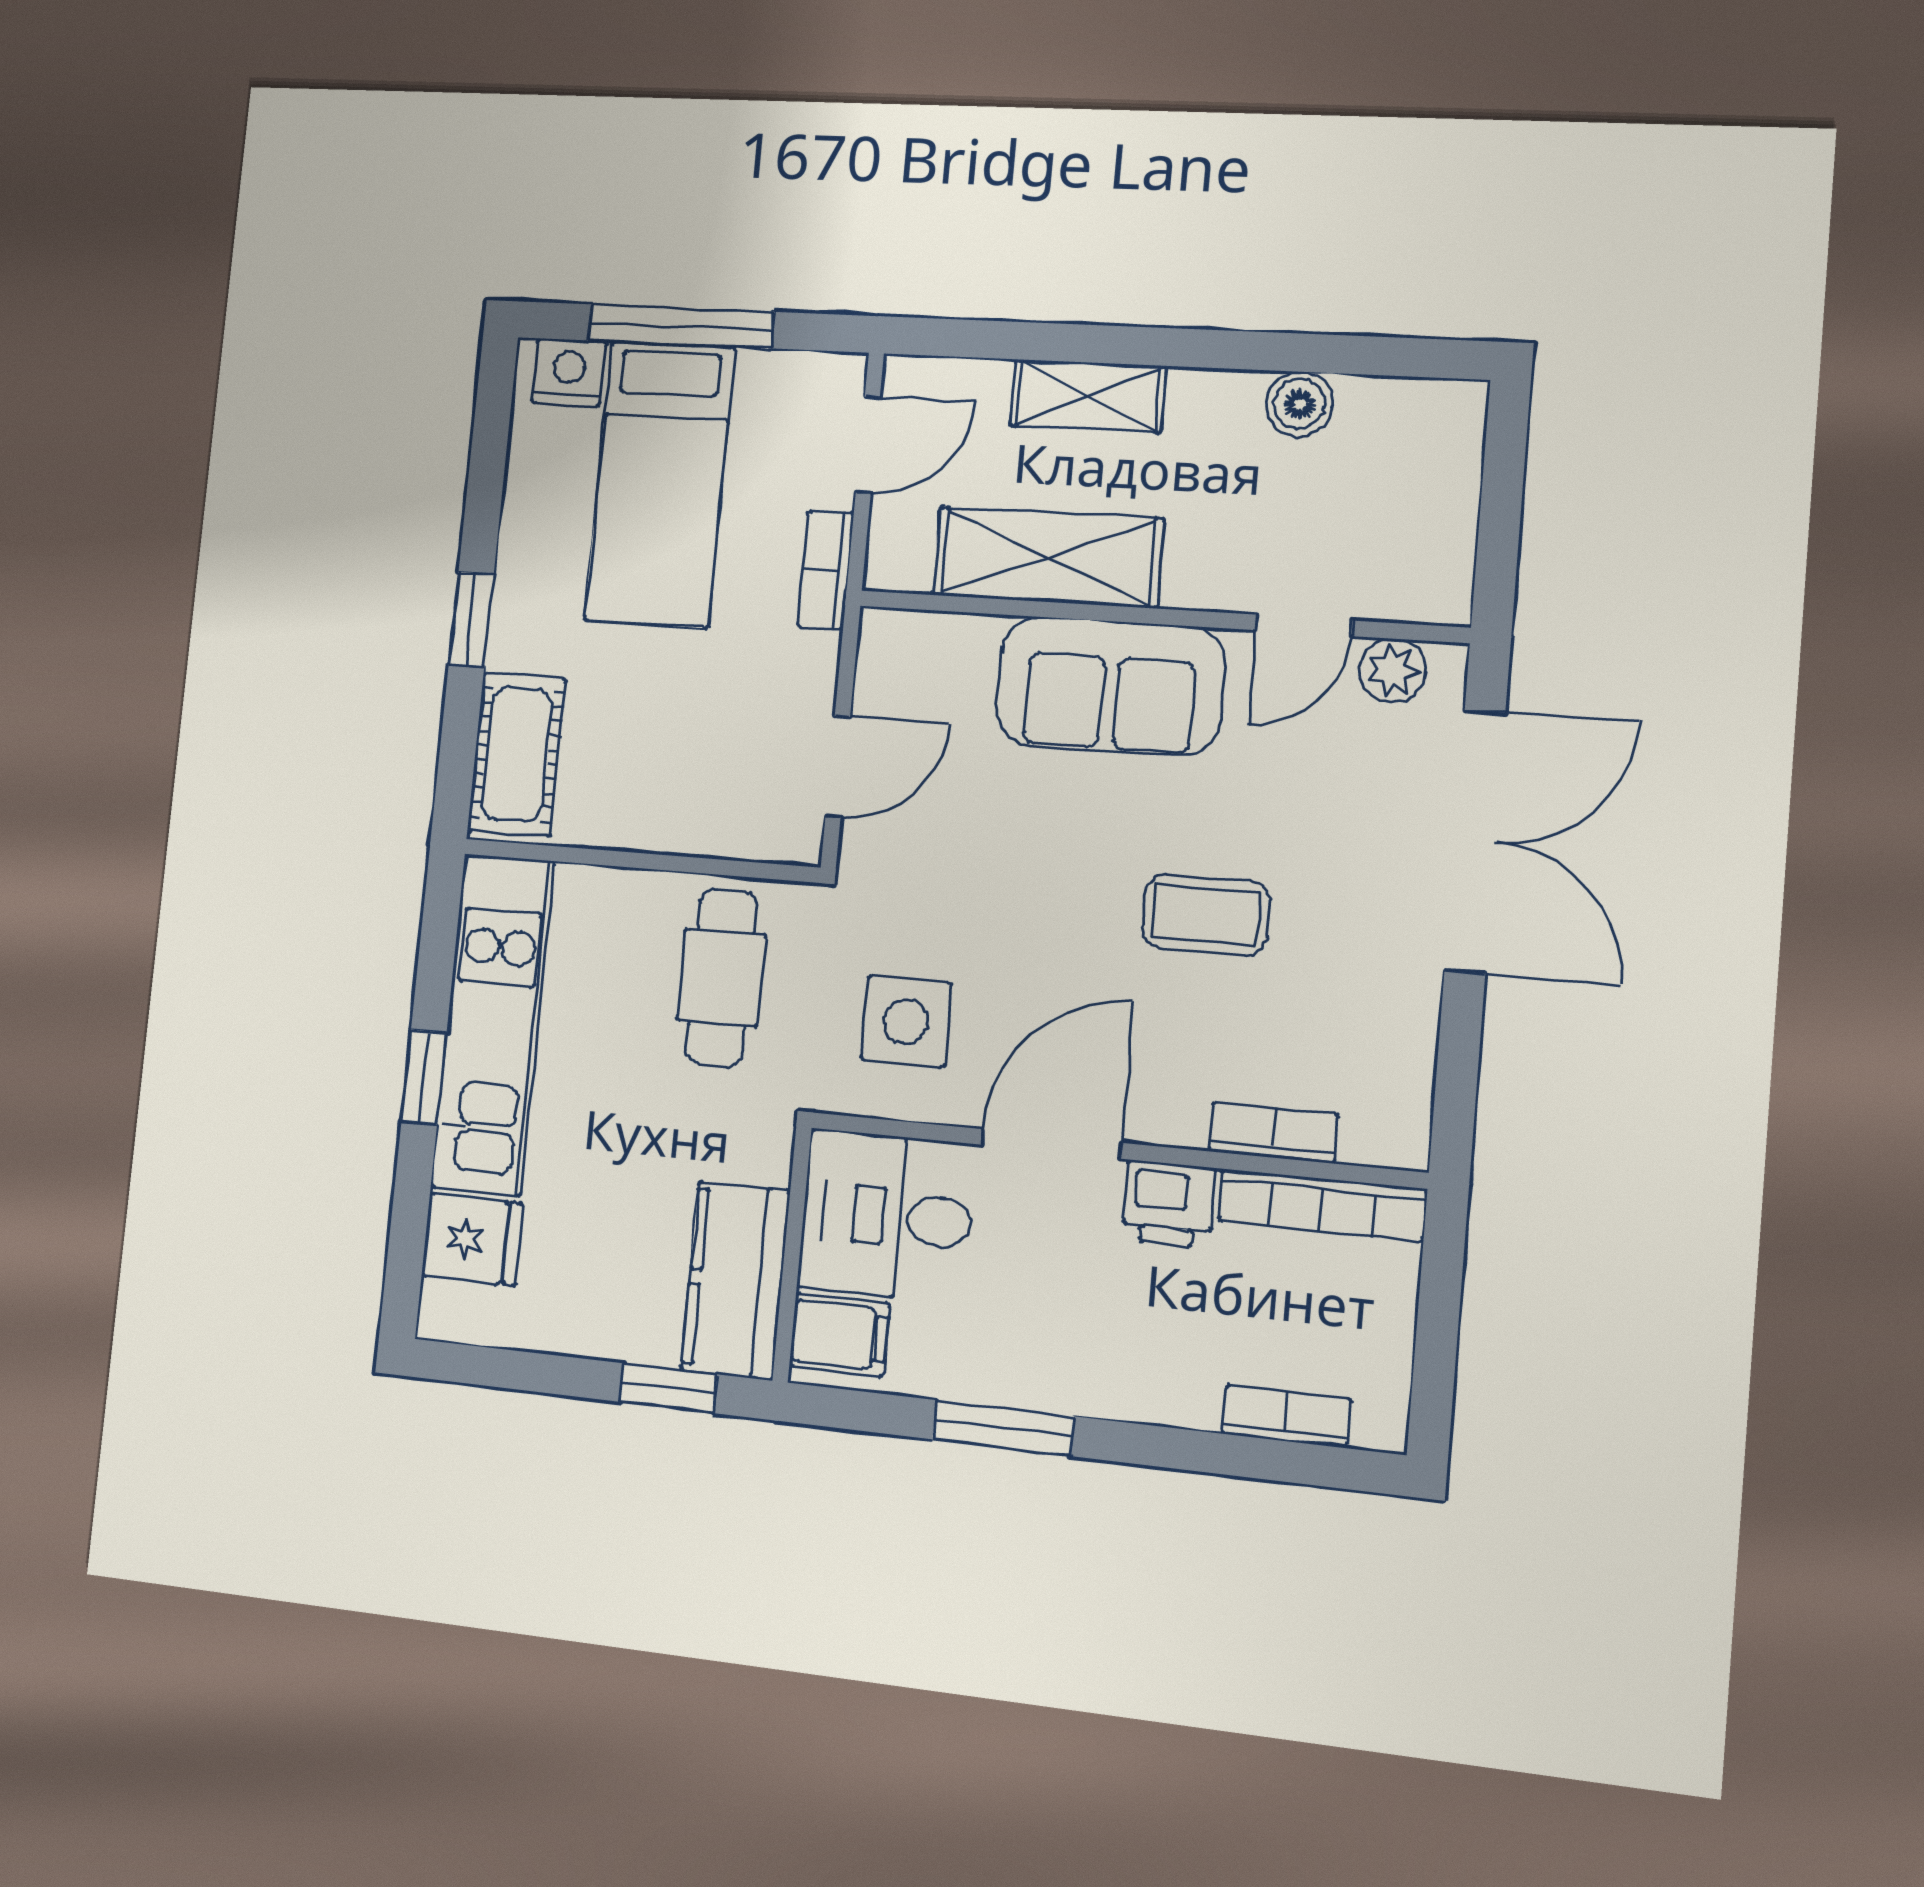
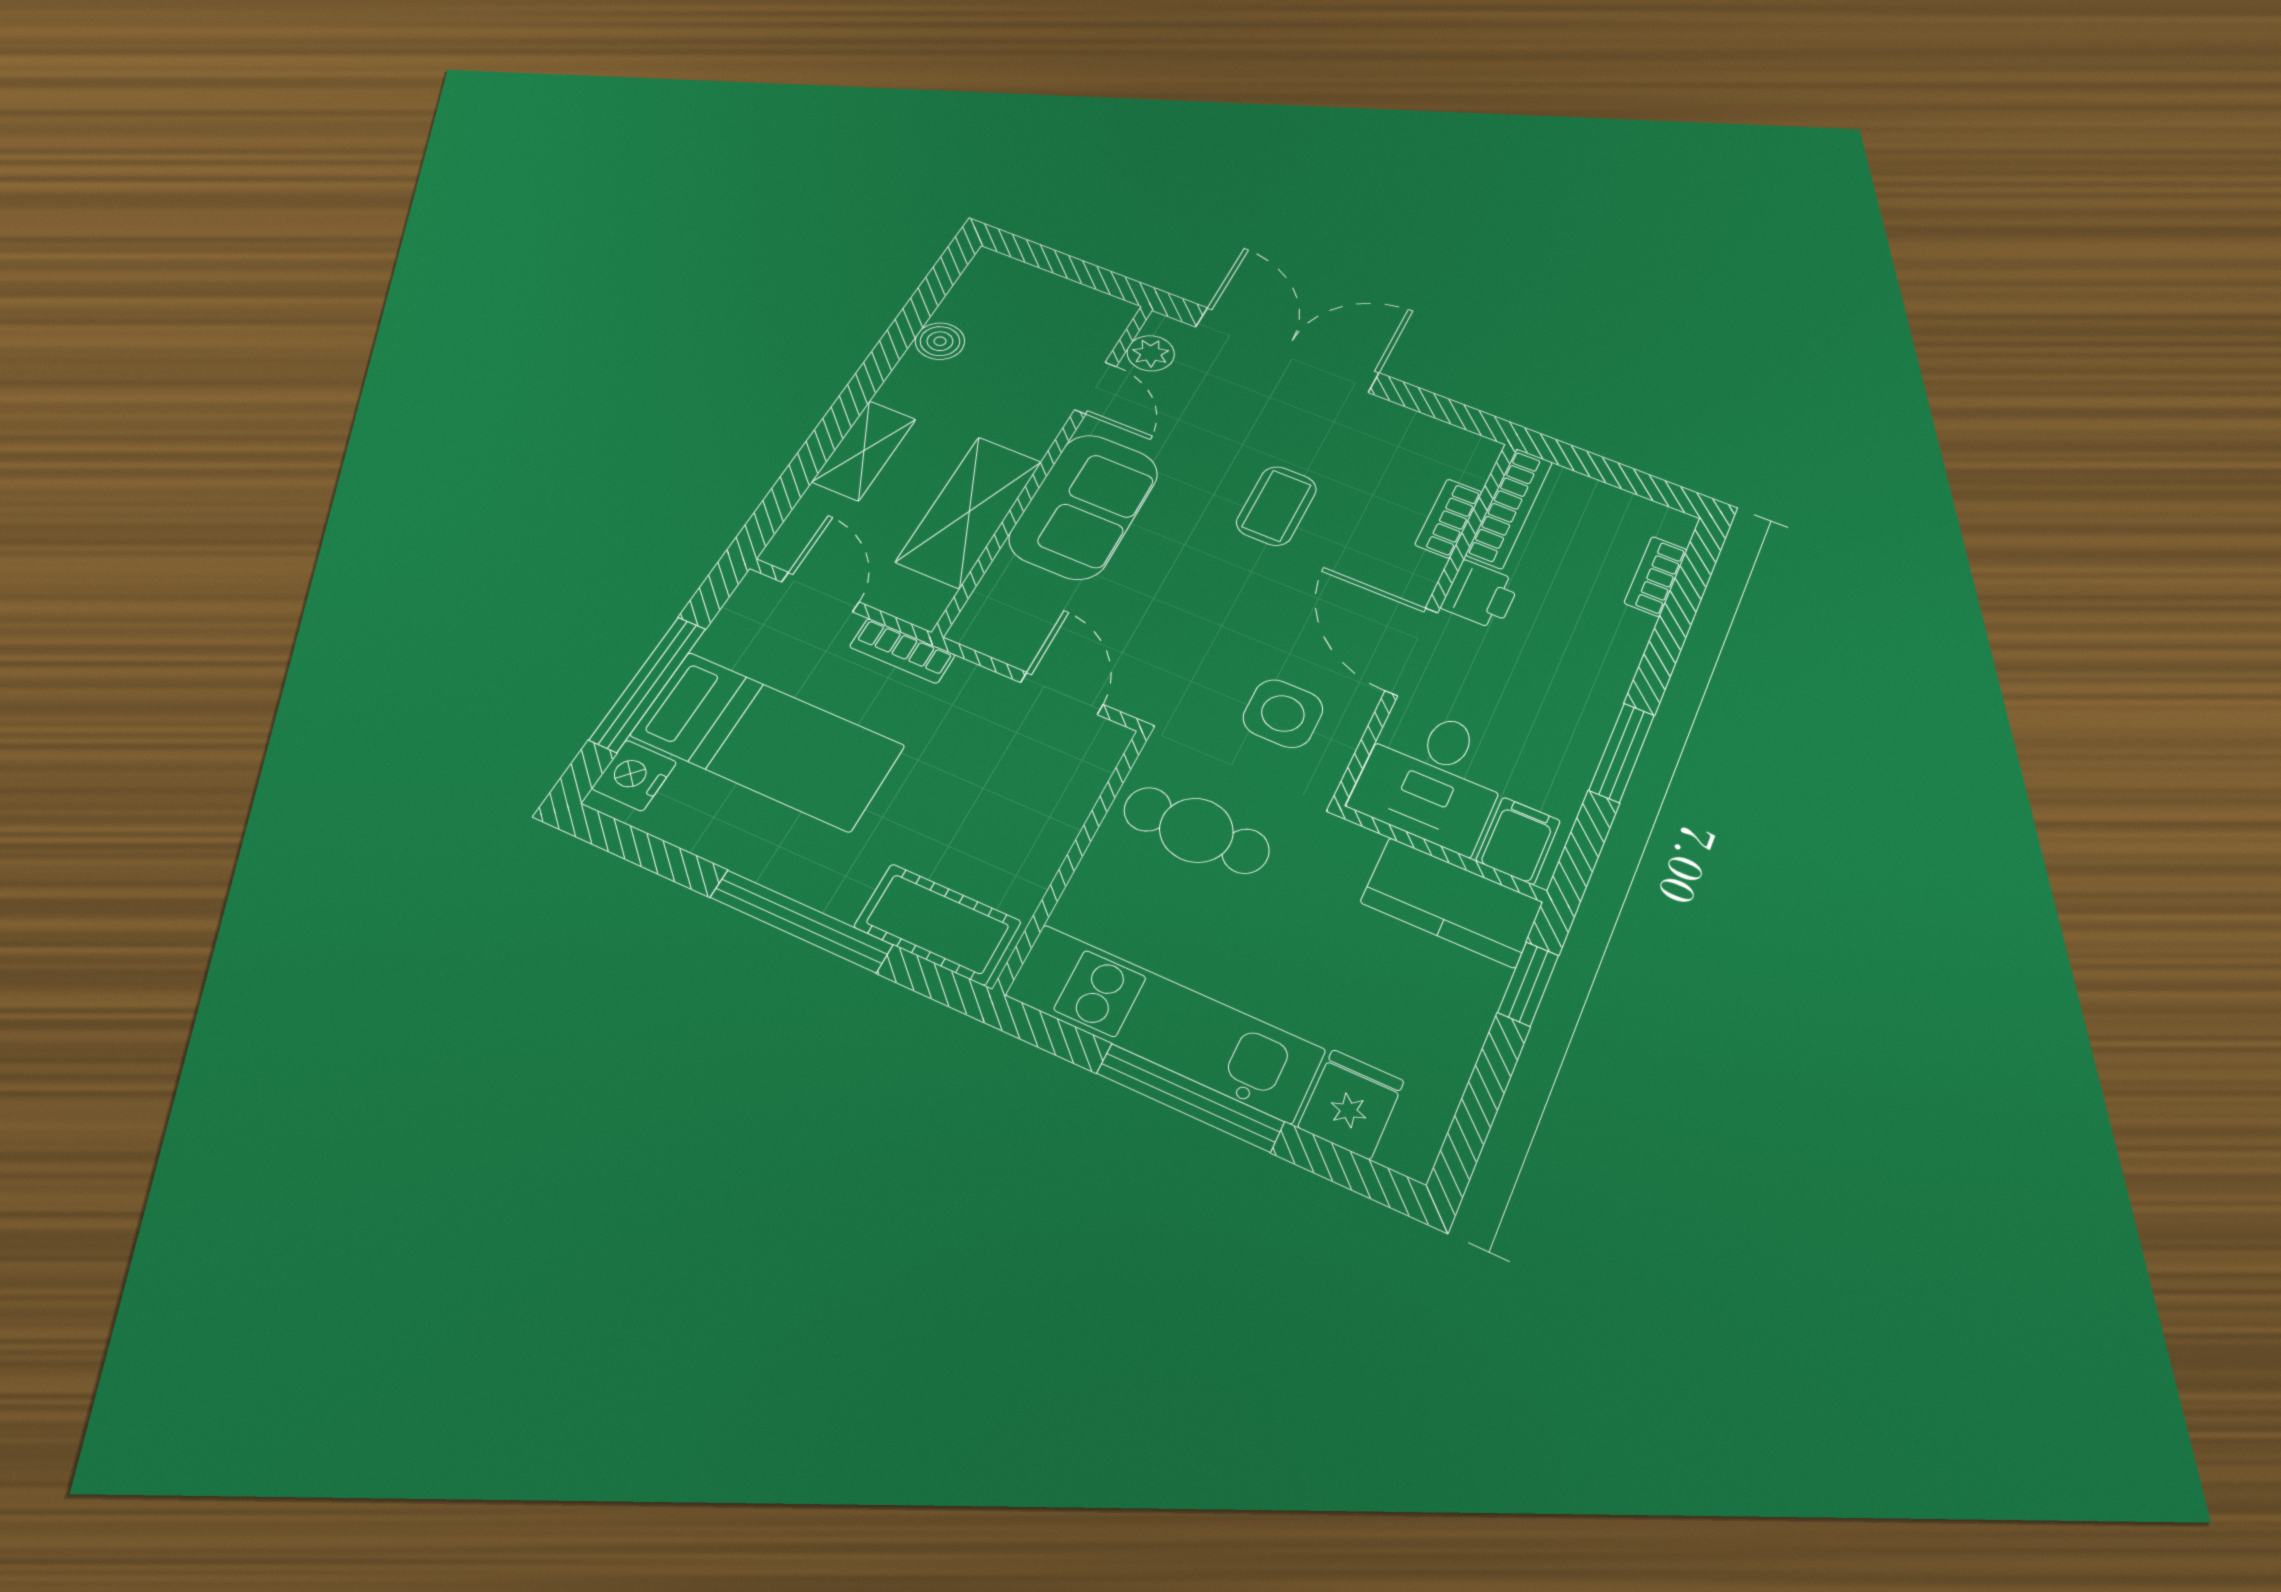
window: (471, 619) -> (801, 921), width x2.17
window: (424, 1077) -> (1190, 1098), width x2.17

